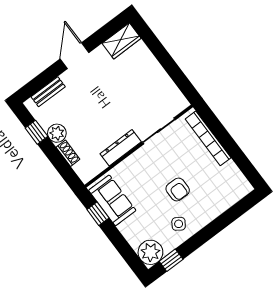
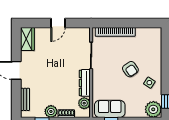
door: (168, 63) -> (58, 23), added
plant: (96, 165) -> (84, 103), added
armchair: (178, 189) -> (130, 69), turned 55

